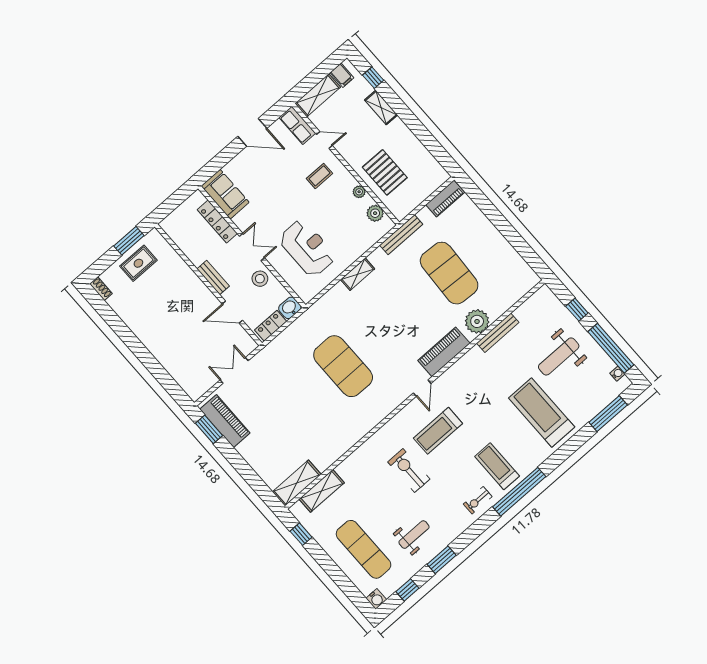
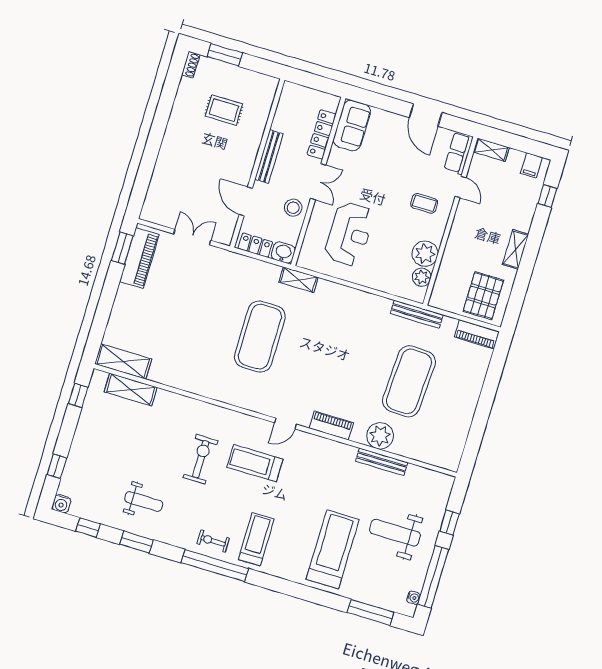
shelving: (318, 95) -> (491, 150), width x0.67, depth x0.75
shelving: (381, 108) -> (516, 249), moved
pallet: (385, 172) -> (483, 296), moved
plant: (359, 192) -> (425, 254), width x1.87, depth x1.87
window: (129, 241) -> (225, 55), moved
rug: (138, 263) -> (224, 110), moved
shelving: (358, 274) -> (298, 280), moved
bench: (213, 277) -> (269, 157), width x1.36
piano: (444, 352) -> (331, 426), width x0.73, depth x0.75
window: (519, 492) -> (215, 566), moved
exercise mat: (364, 549) -> (100, 463), removed
window: (345, 584) -> (57, 466), added

